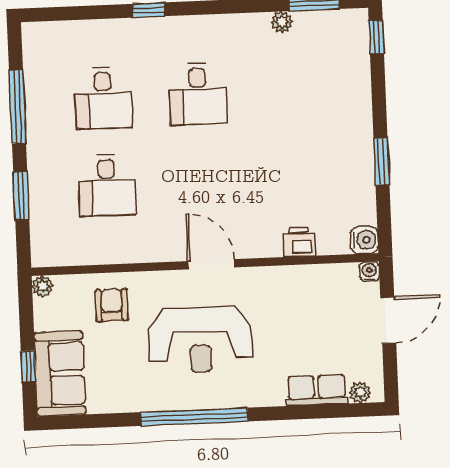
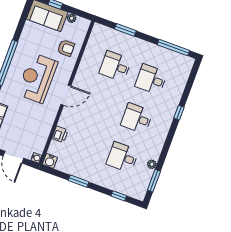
window: (376, 37) -> (119, 196), moved
desk: (293, 90) -> (122, 157), added
window: (17, 107) -> (173, 48), moved
plant: (42, 286) -> (72, 18), moved

